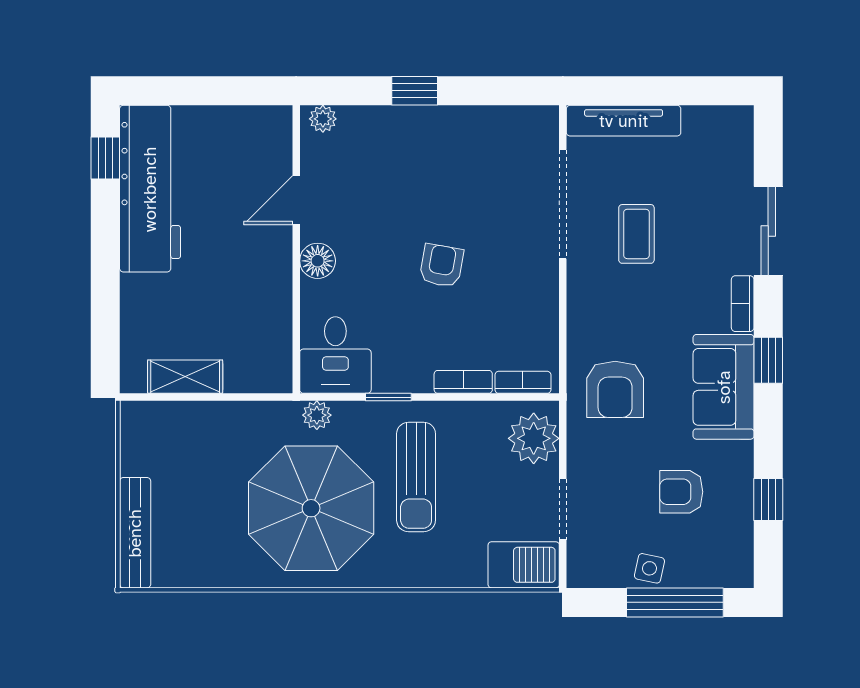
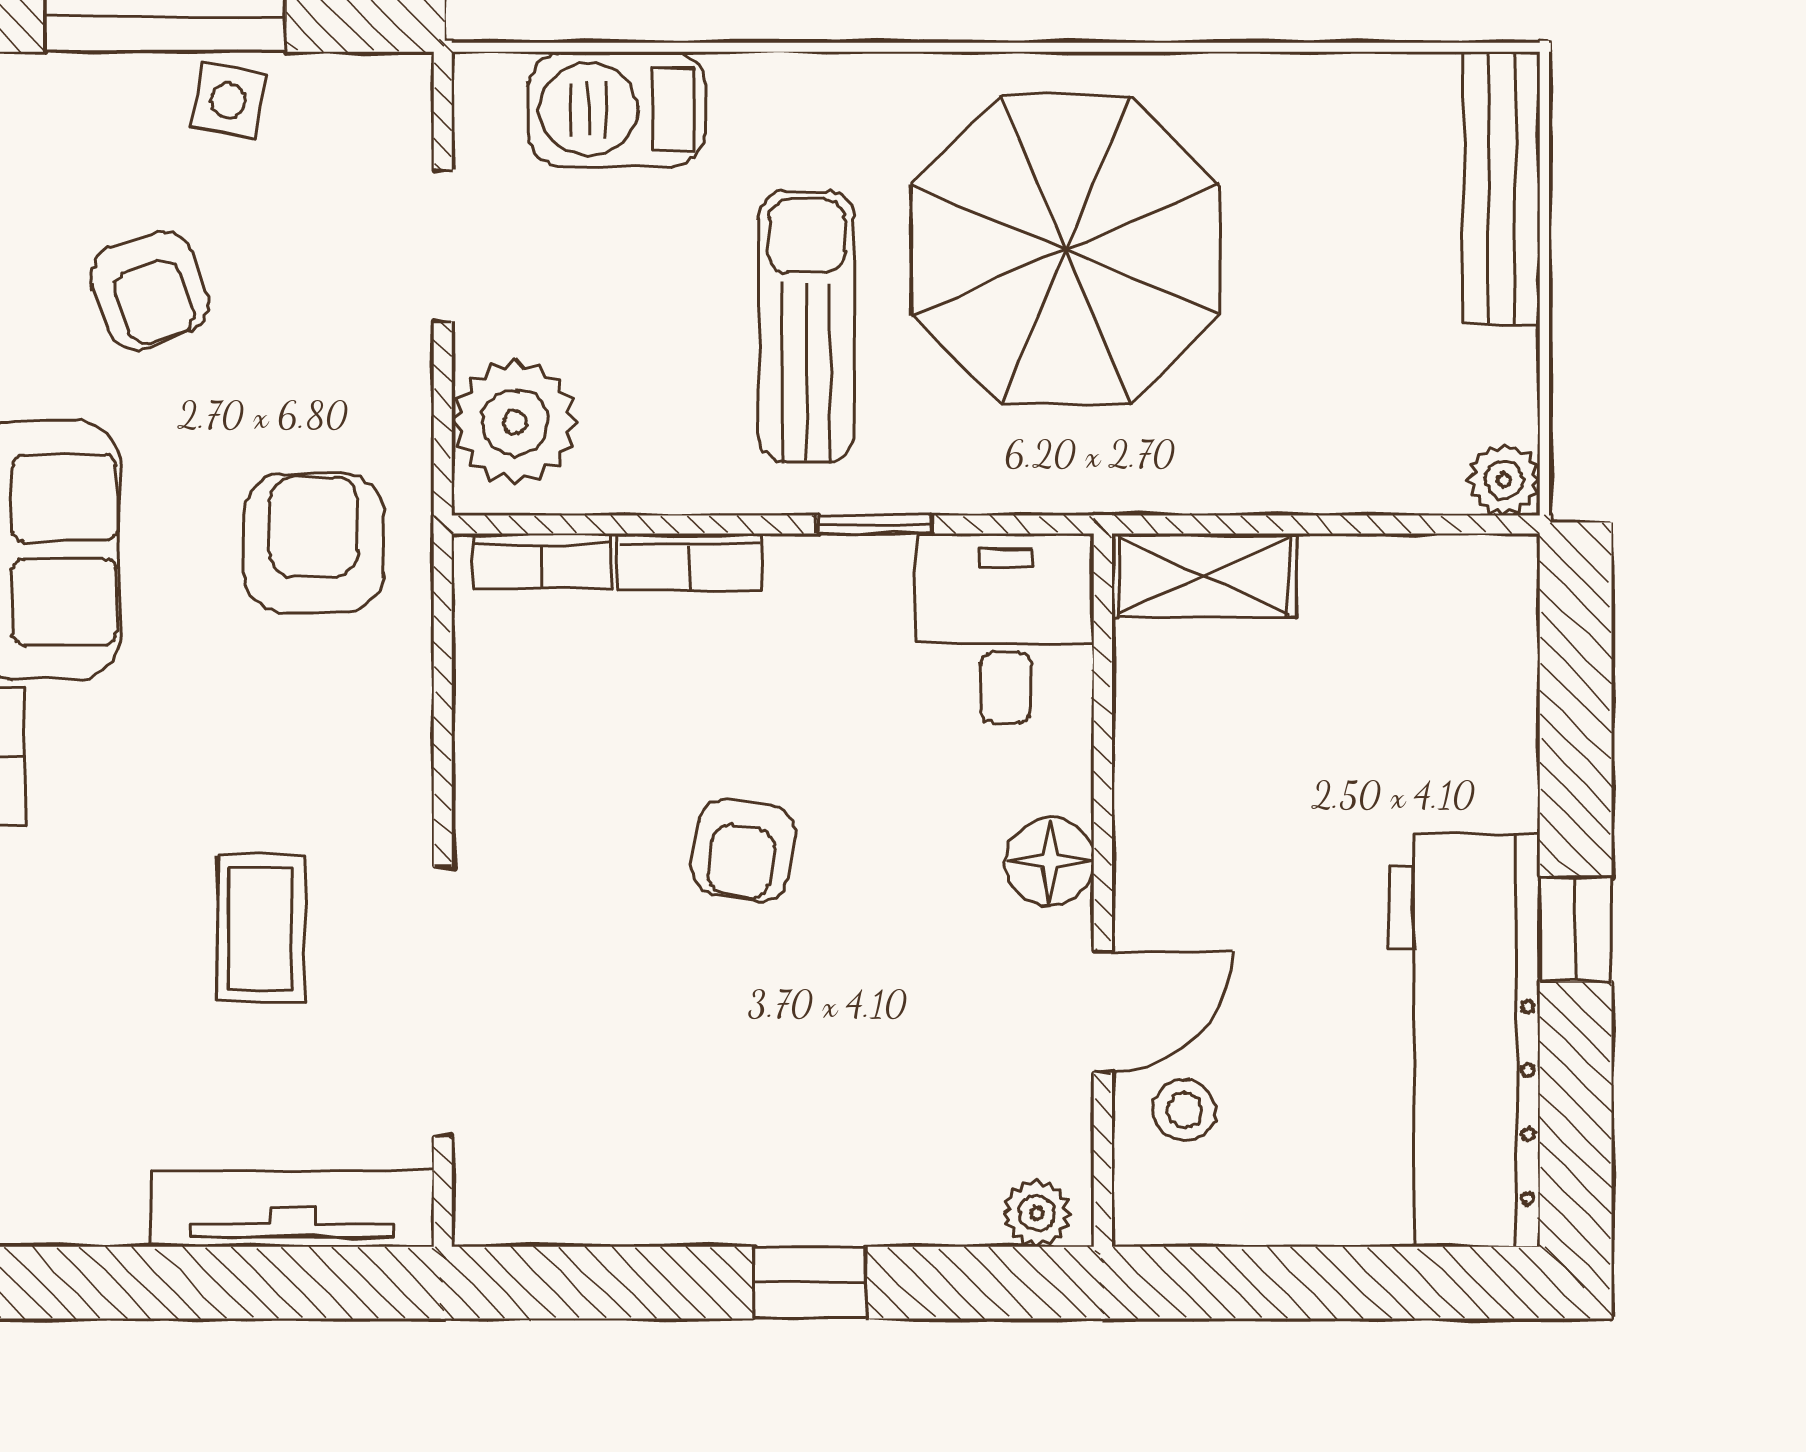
window: (105, 158) -> (1576, 929), moved
stool: (263, 160) -> (1184, 1110), added
shelving: (185, 377) -> (1204, 575), moved
plant: (317, 415) -> (1504, 480), moved
armchair: (681, 492) -> (150, 290), turned 70
barbecue: (524, 565) -> (617, 109), moved

